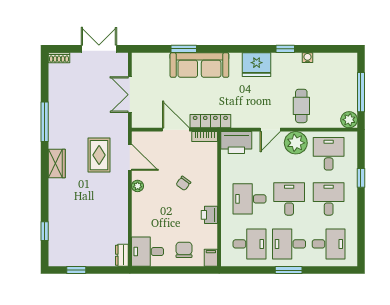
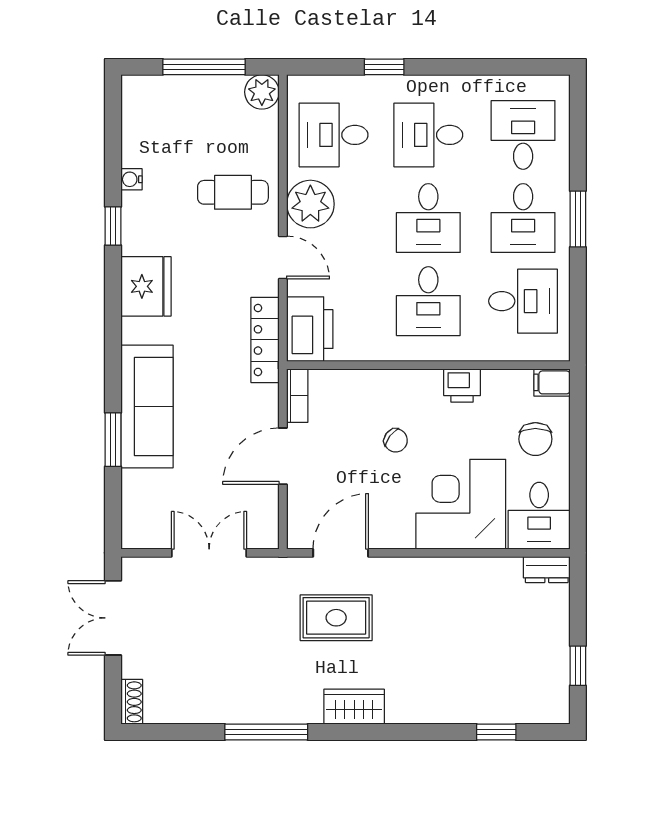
double door: (130, 95) -> (209, 553), swing flipped
locker: (210, 121) -> (265, 340), moved
plant: (138, 186) -> (401, 537), removed
desk: (289, 199) -> (428, 218), turned -90
corner desk: (153, 214) -> (461, 504), added
desk: (250, 244) -> (523, 301), turned 90
chair: (184, 250) -> (535, 439), turned -90

